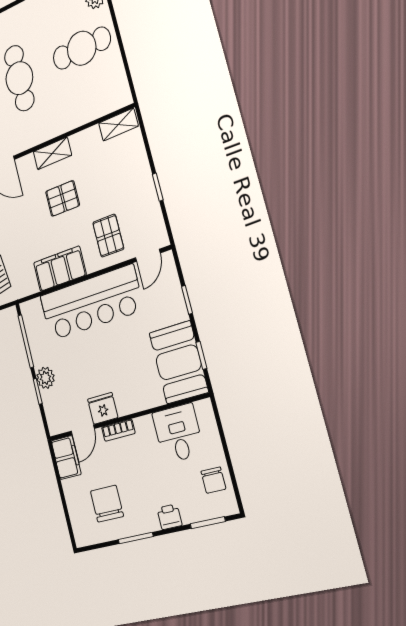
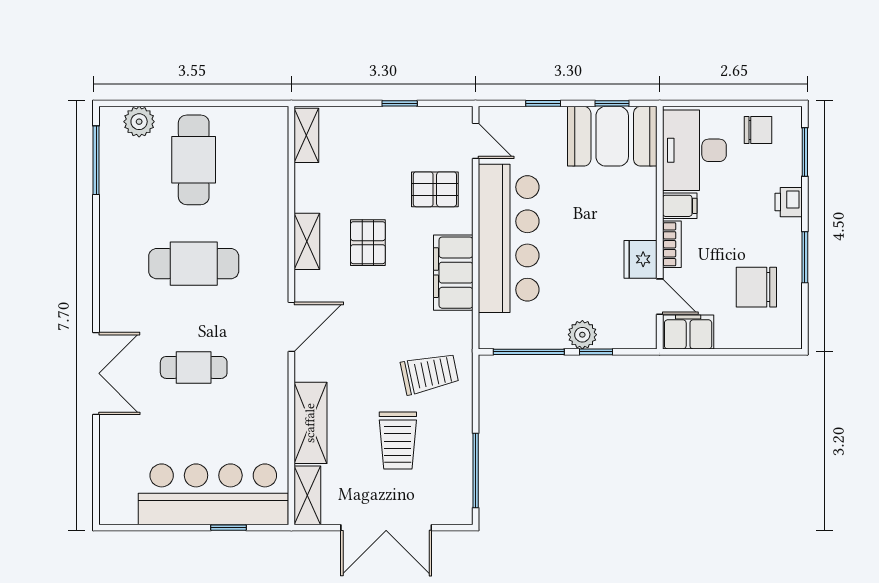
filing cabinet: (145, 430) -> (680, 206), added
desk: (178, 433) -> (694, 150), width x1.37

